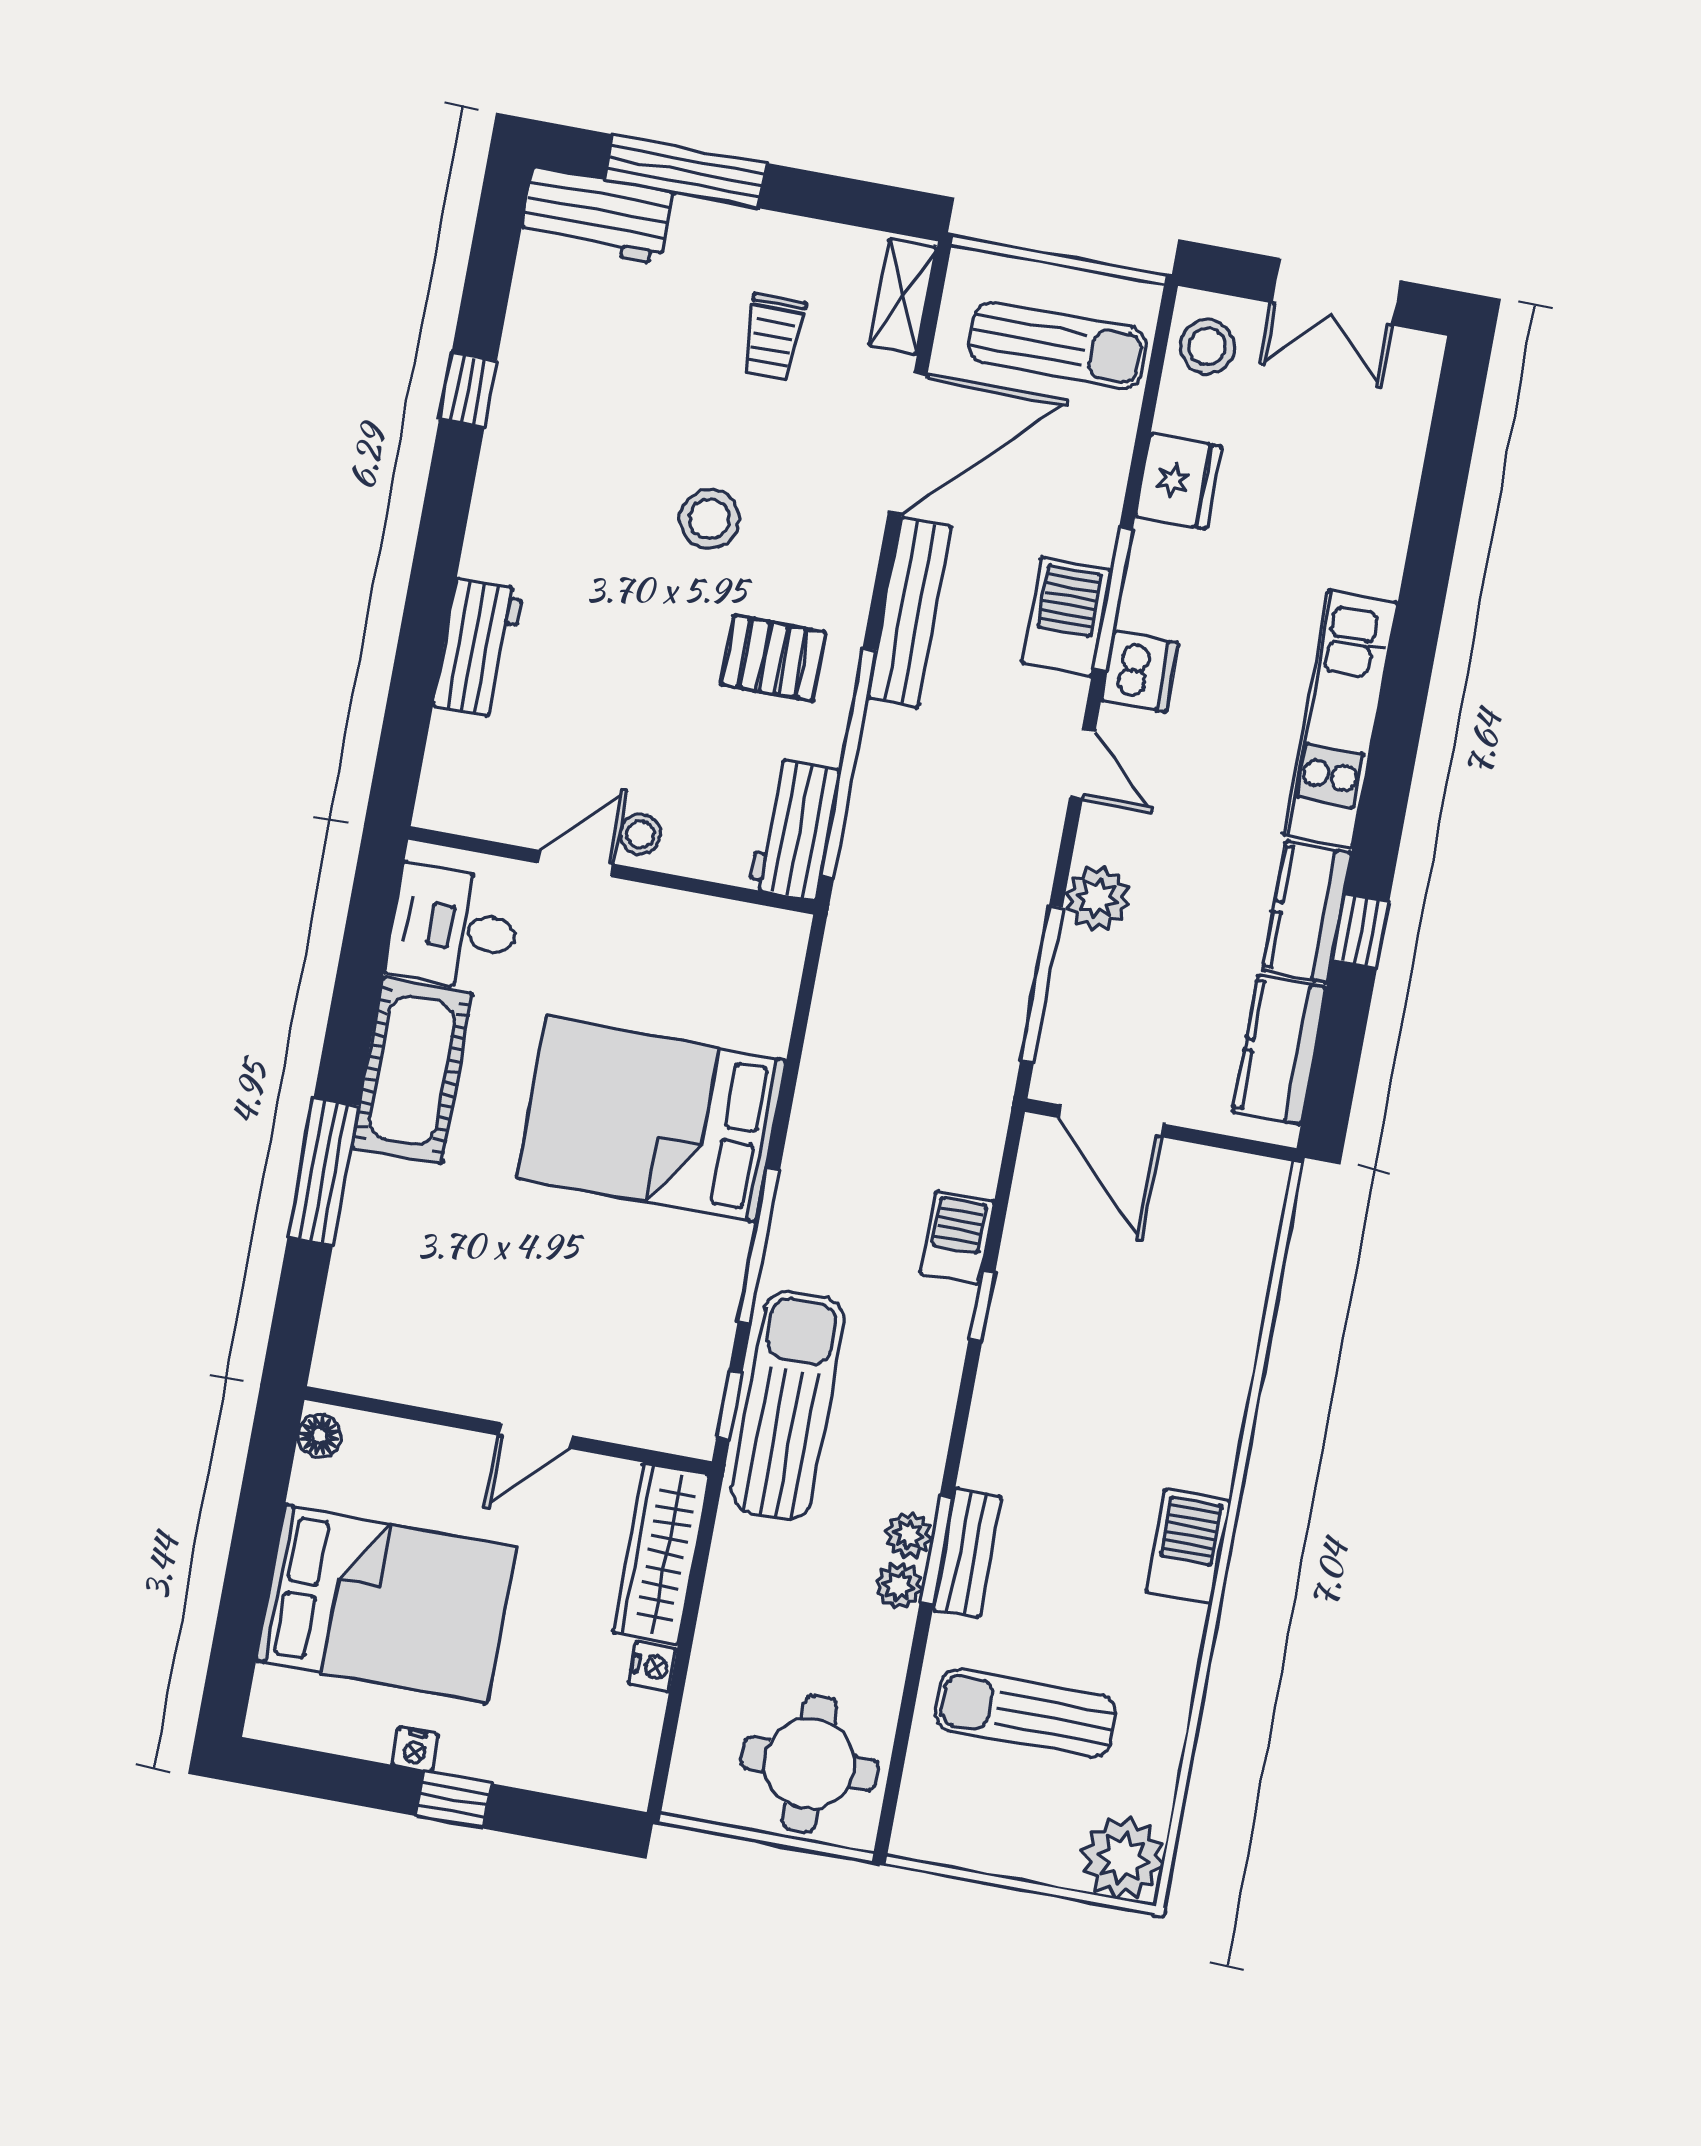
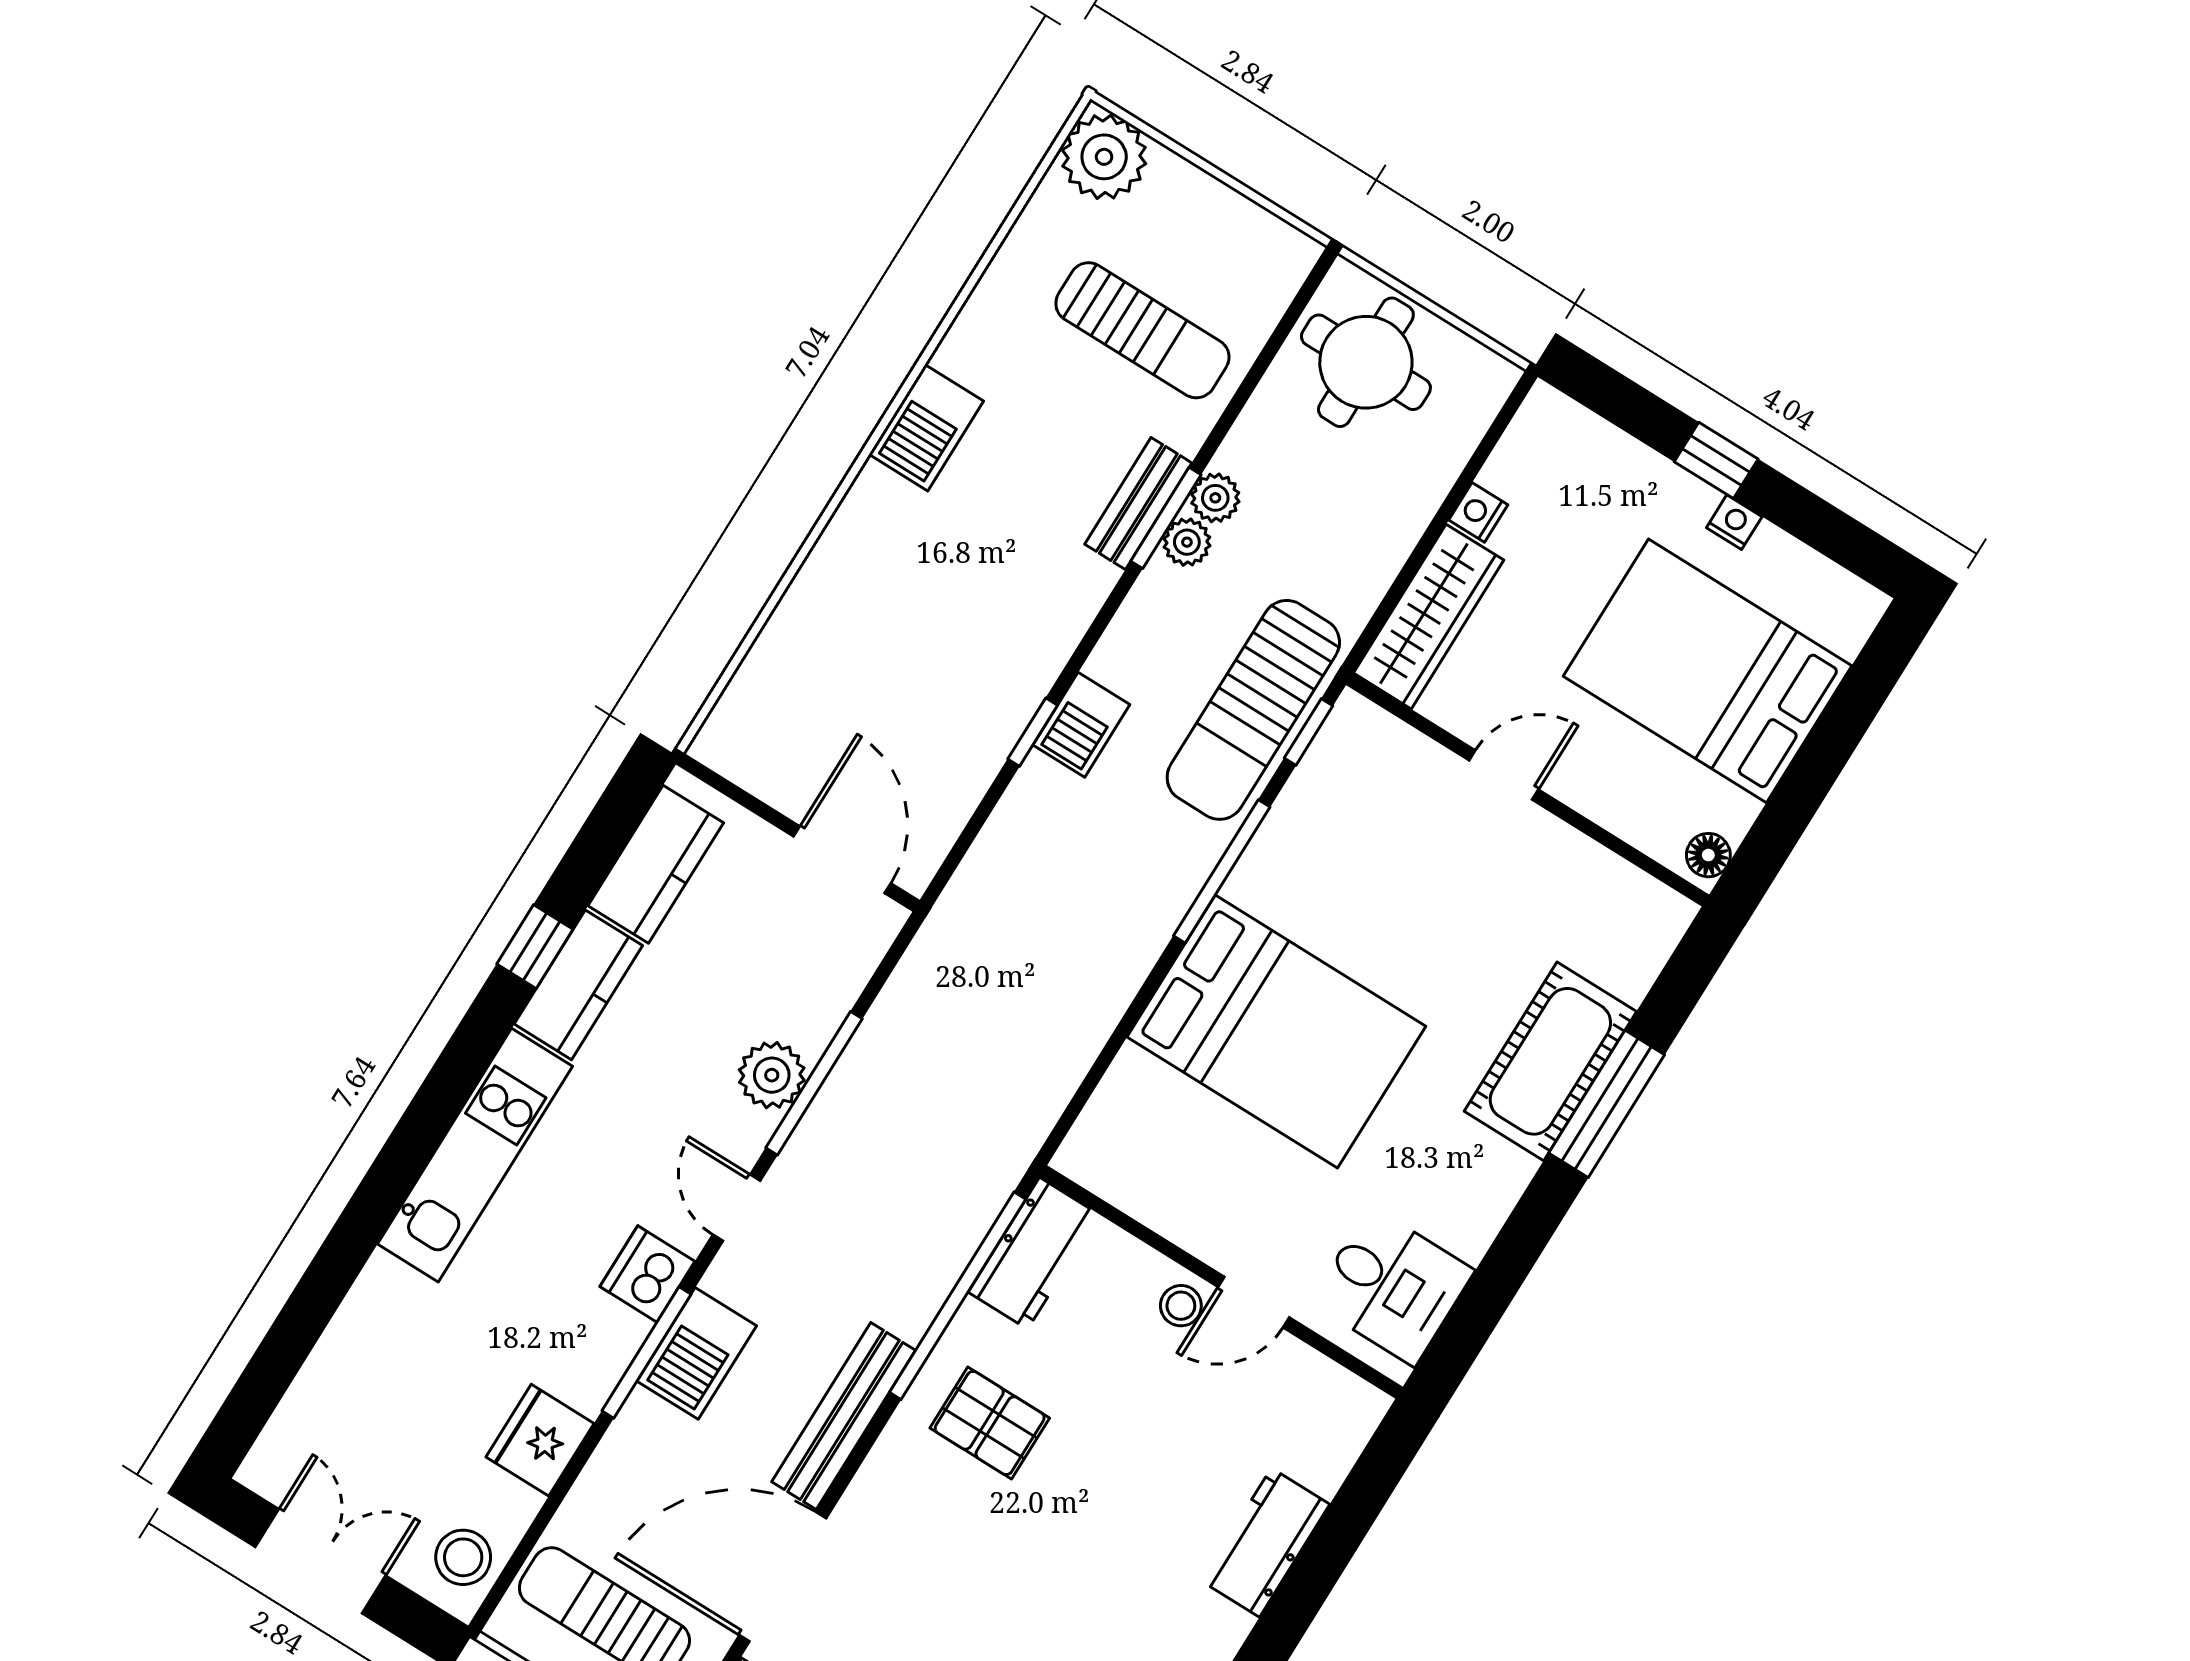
stool: (709, 519) -> (999, 1579), removed
window: (1042, 984) -> (814, 1083), moved
cot: (412, 1071) -> (1550, 1061), moved
barbecue: (957, 1238) -> (1081, 725), moved

